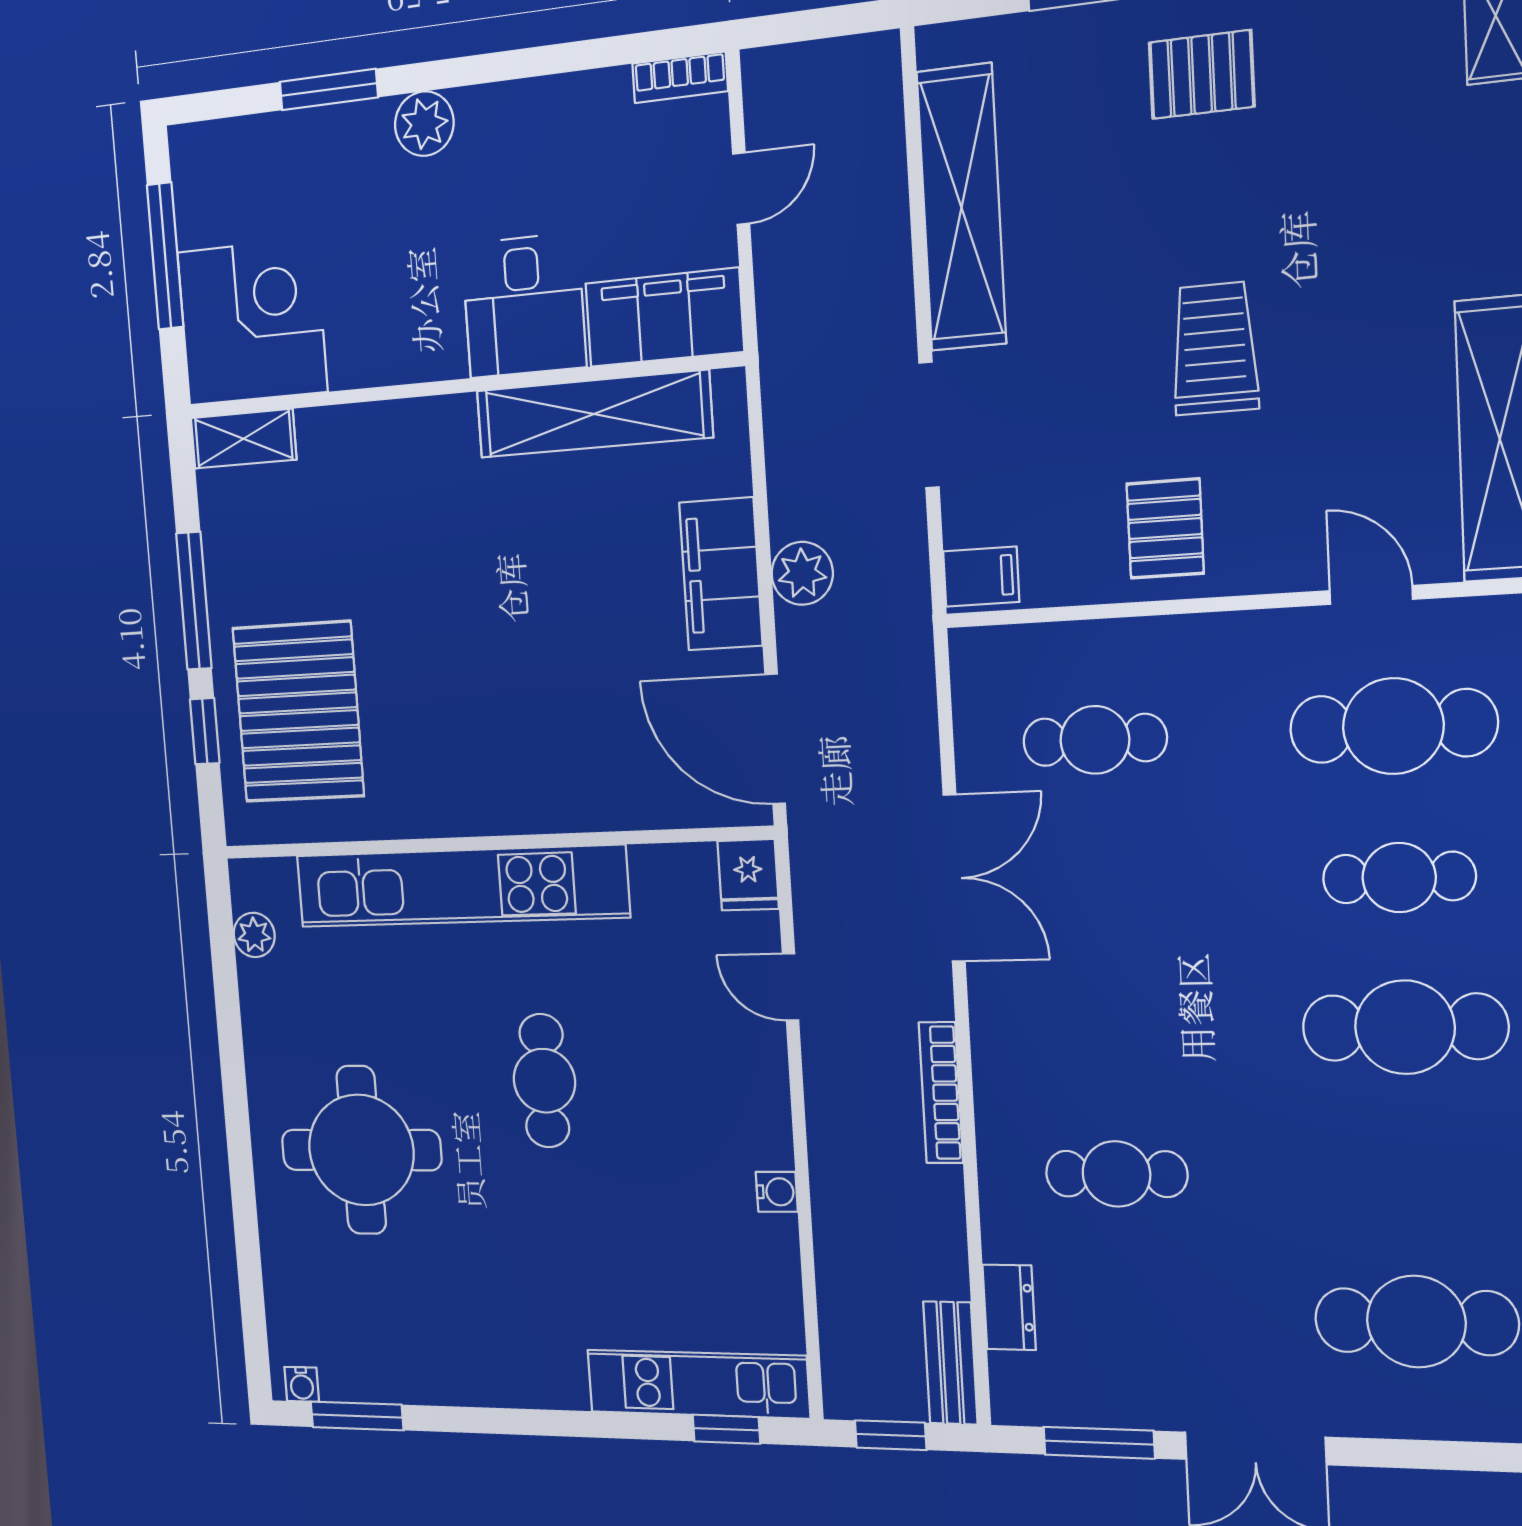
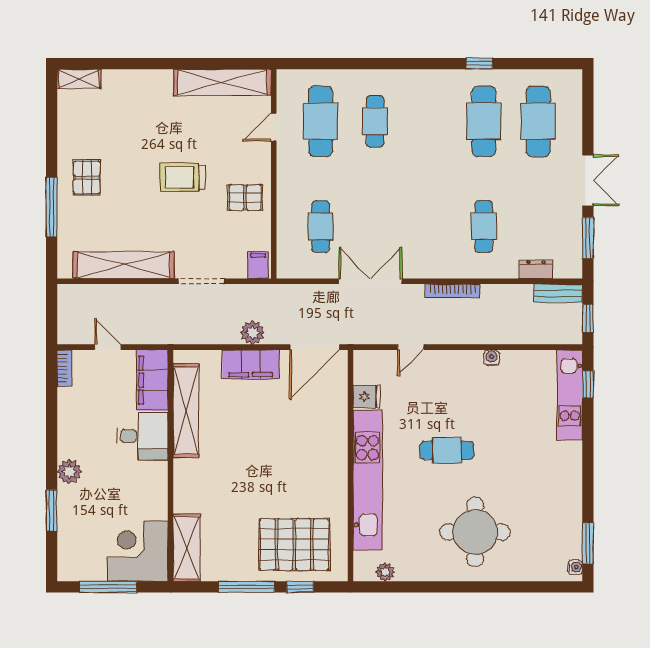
shelving: (244, 439) -> (187, 548), width x1.50, depth x1.33
fridge: (748, 875) -> (367, 397), moved
cafe table: (1405, 1027) -> (484, 121), moved

